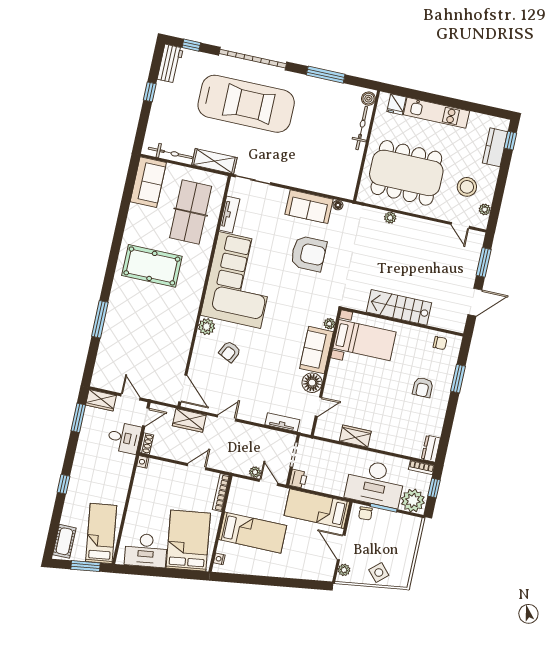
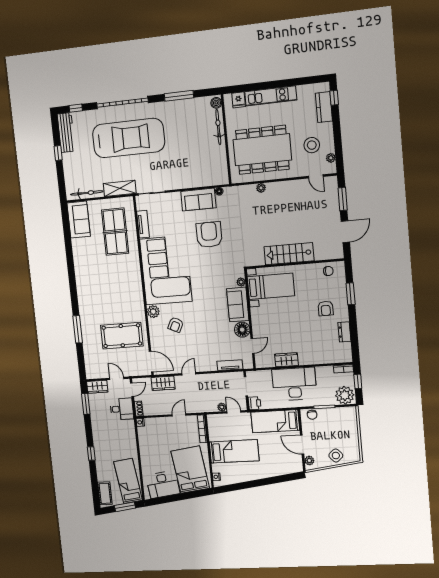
workbench: (170, 64) -> (66, 132), width x1.38
armchair: (308, 254) -> (209, 235), turned -90
pool table: (152, 266) -> (122, 336), moved
dresser: (431, 449) -> (344, 332), moved
desk: (375, 483) -> (294, 384), moved, turned 180

